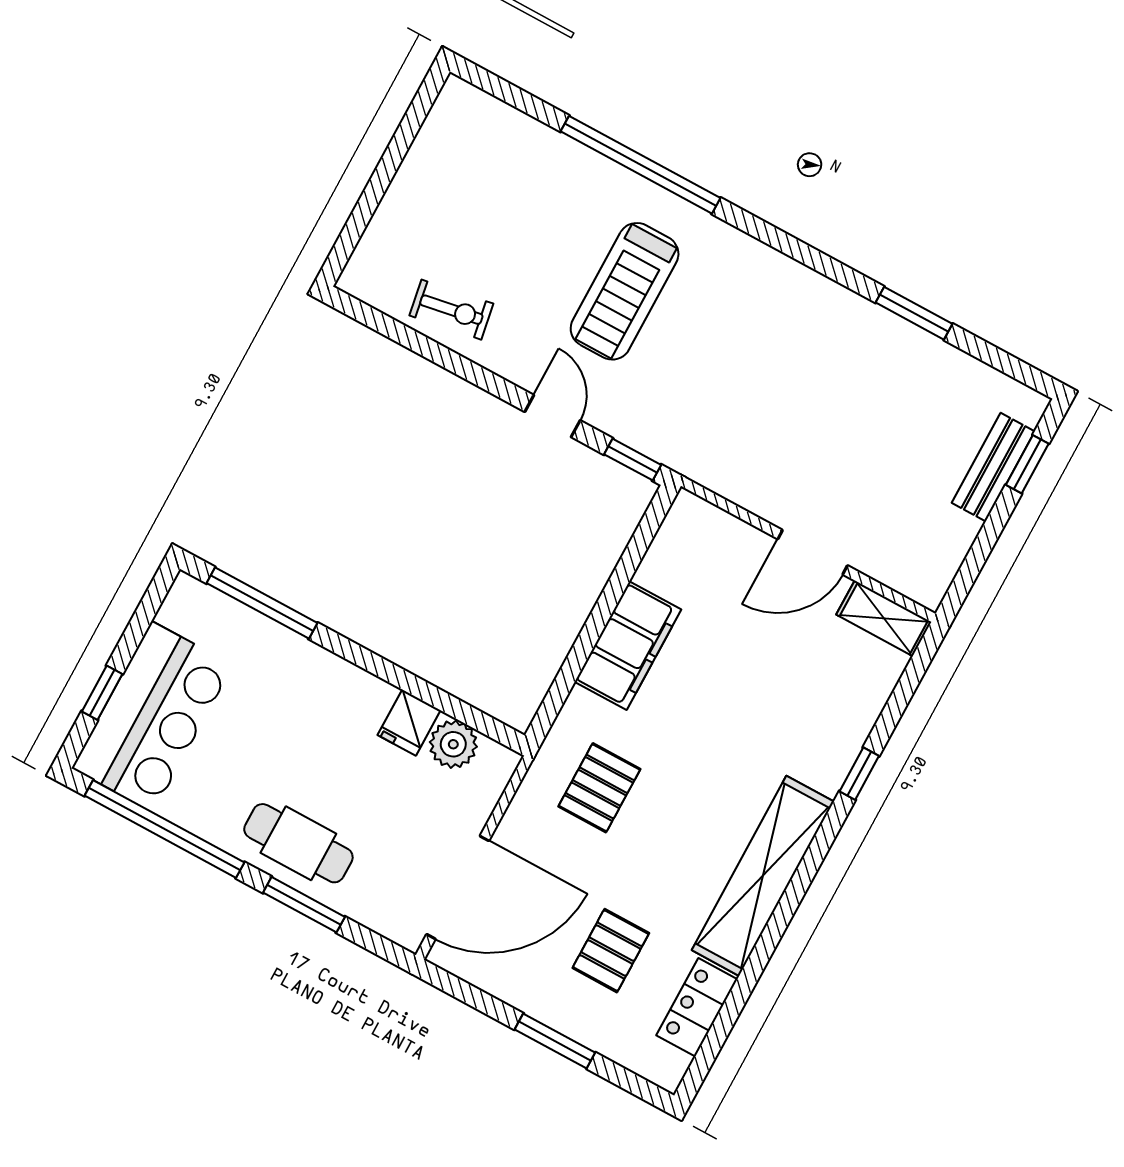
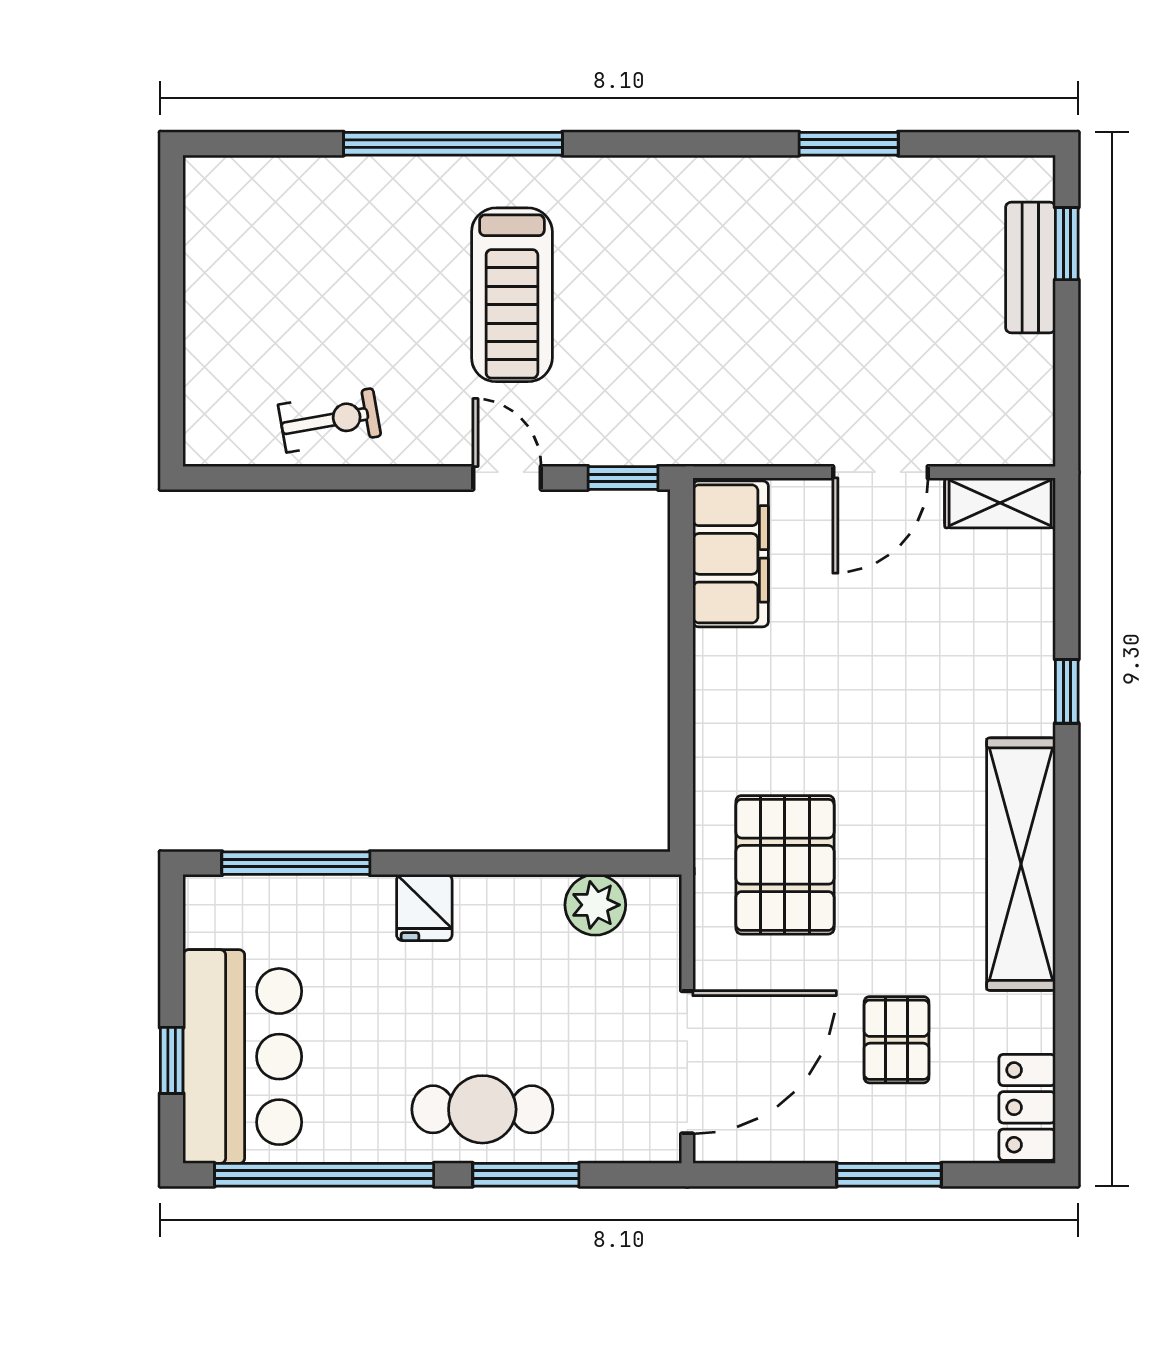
filing cabinet: (628, 646) -> (731, 554), moved
fridge: (409, 723) -> (424, 908), moved
pallet: (599, 788) -> (785, 865), width x1.50, depth x1.42
locker: (697, 1007) -> (1027, 1107), moved

